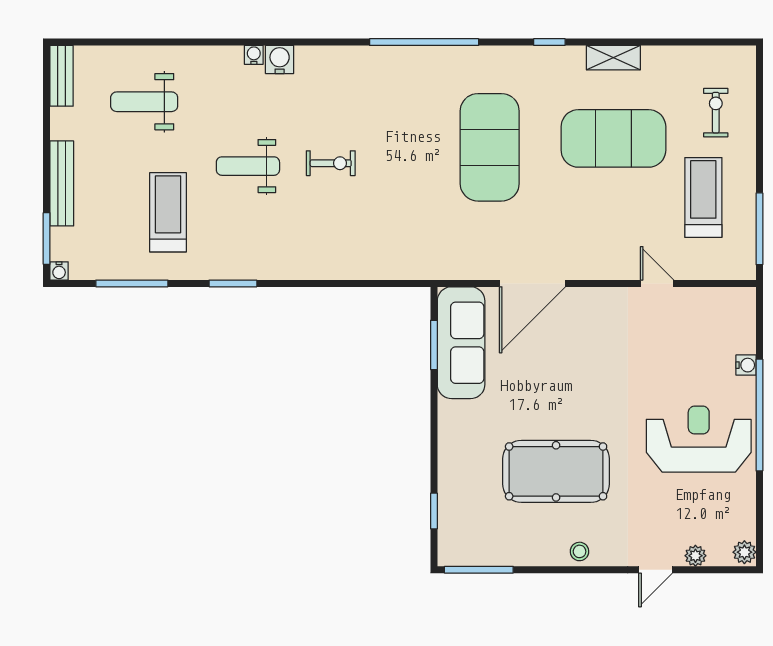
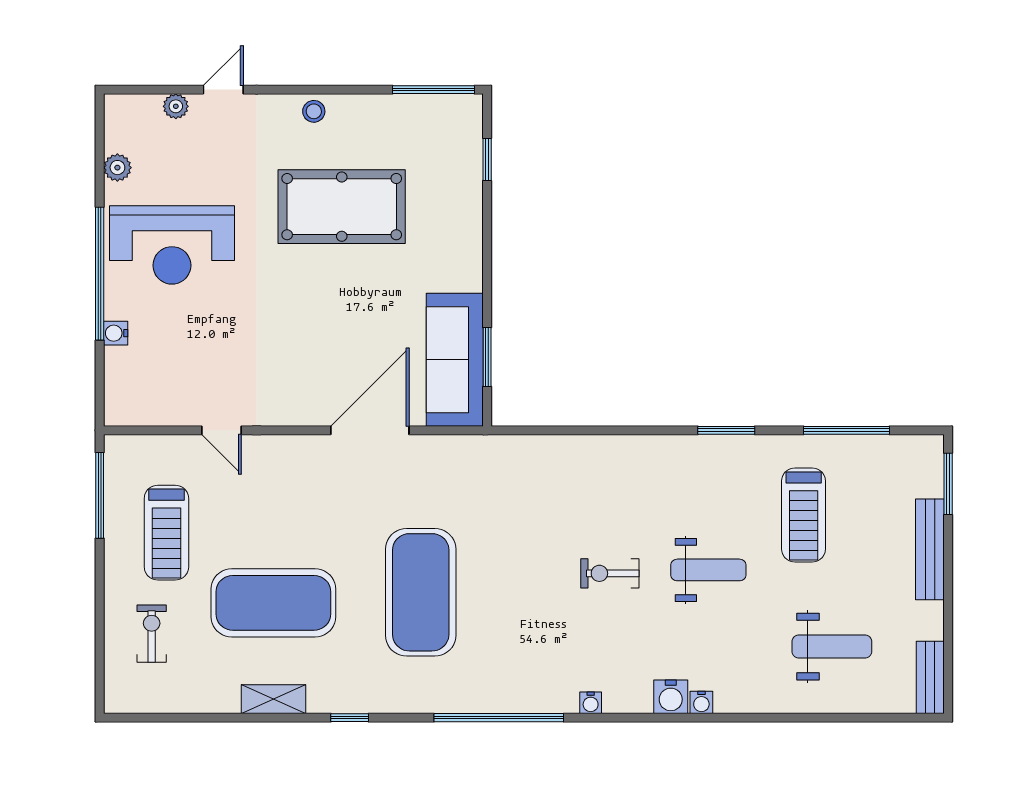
exercise bike: (716, 113) -> (152, 634), turned 180
water cooler: (59, 271) -> (591, 703), moved, turned 180
plant: (744, 552) -> (117, 168), moved

